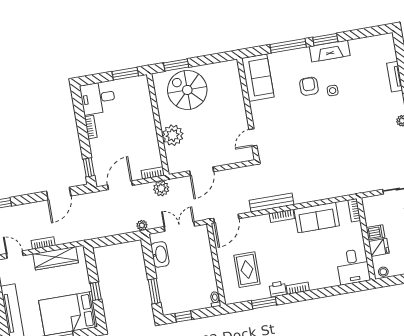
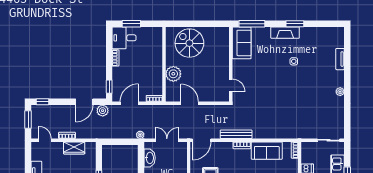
window: (288, 46) -> (252, 24), moved
fireplace: (330, 51) -> (285, 33), moved
window: (176, 65) -> (184, 24), removed
window: (125, 74) -> (131, 24), moved
armchair: (309, 86) -> (277, 55), removed
door: (253, 137) -> (231, 85), swing flipped
door: (202, 171) -> (190, 103), swing flipped
plant: (161, 188) -> (103, 111), moved
wardrobe: (56, 258) -> (74, 148), width x0.67

